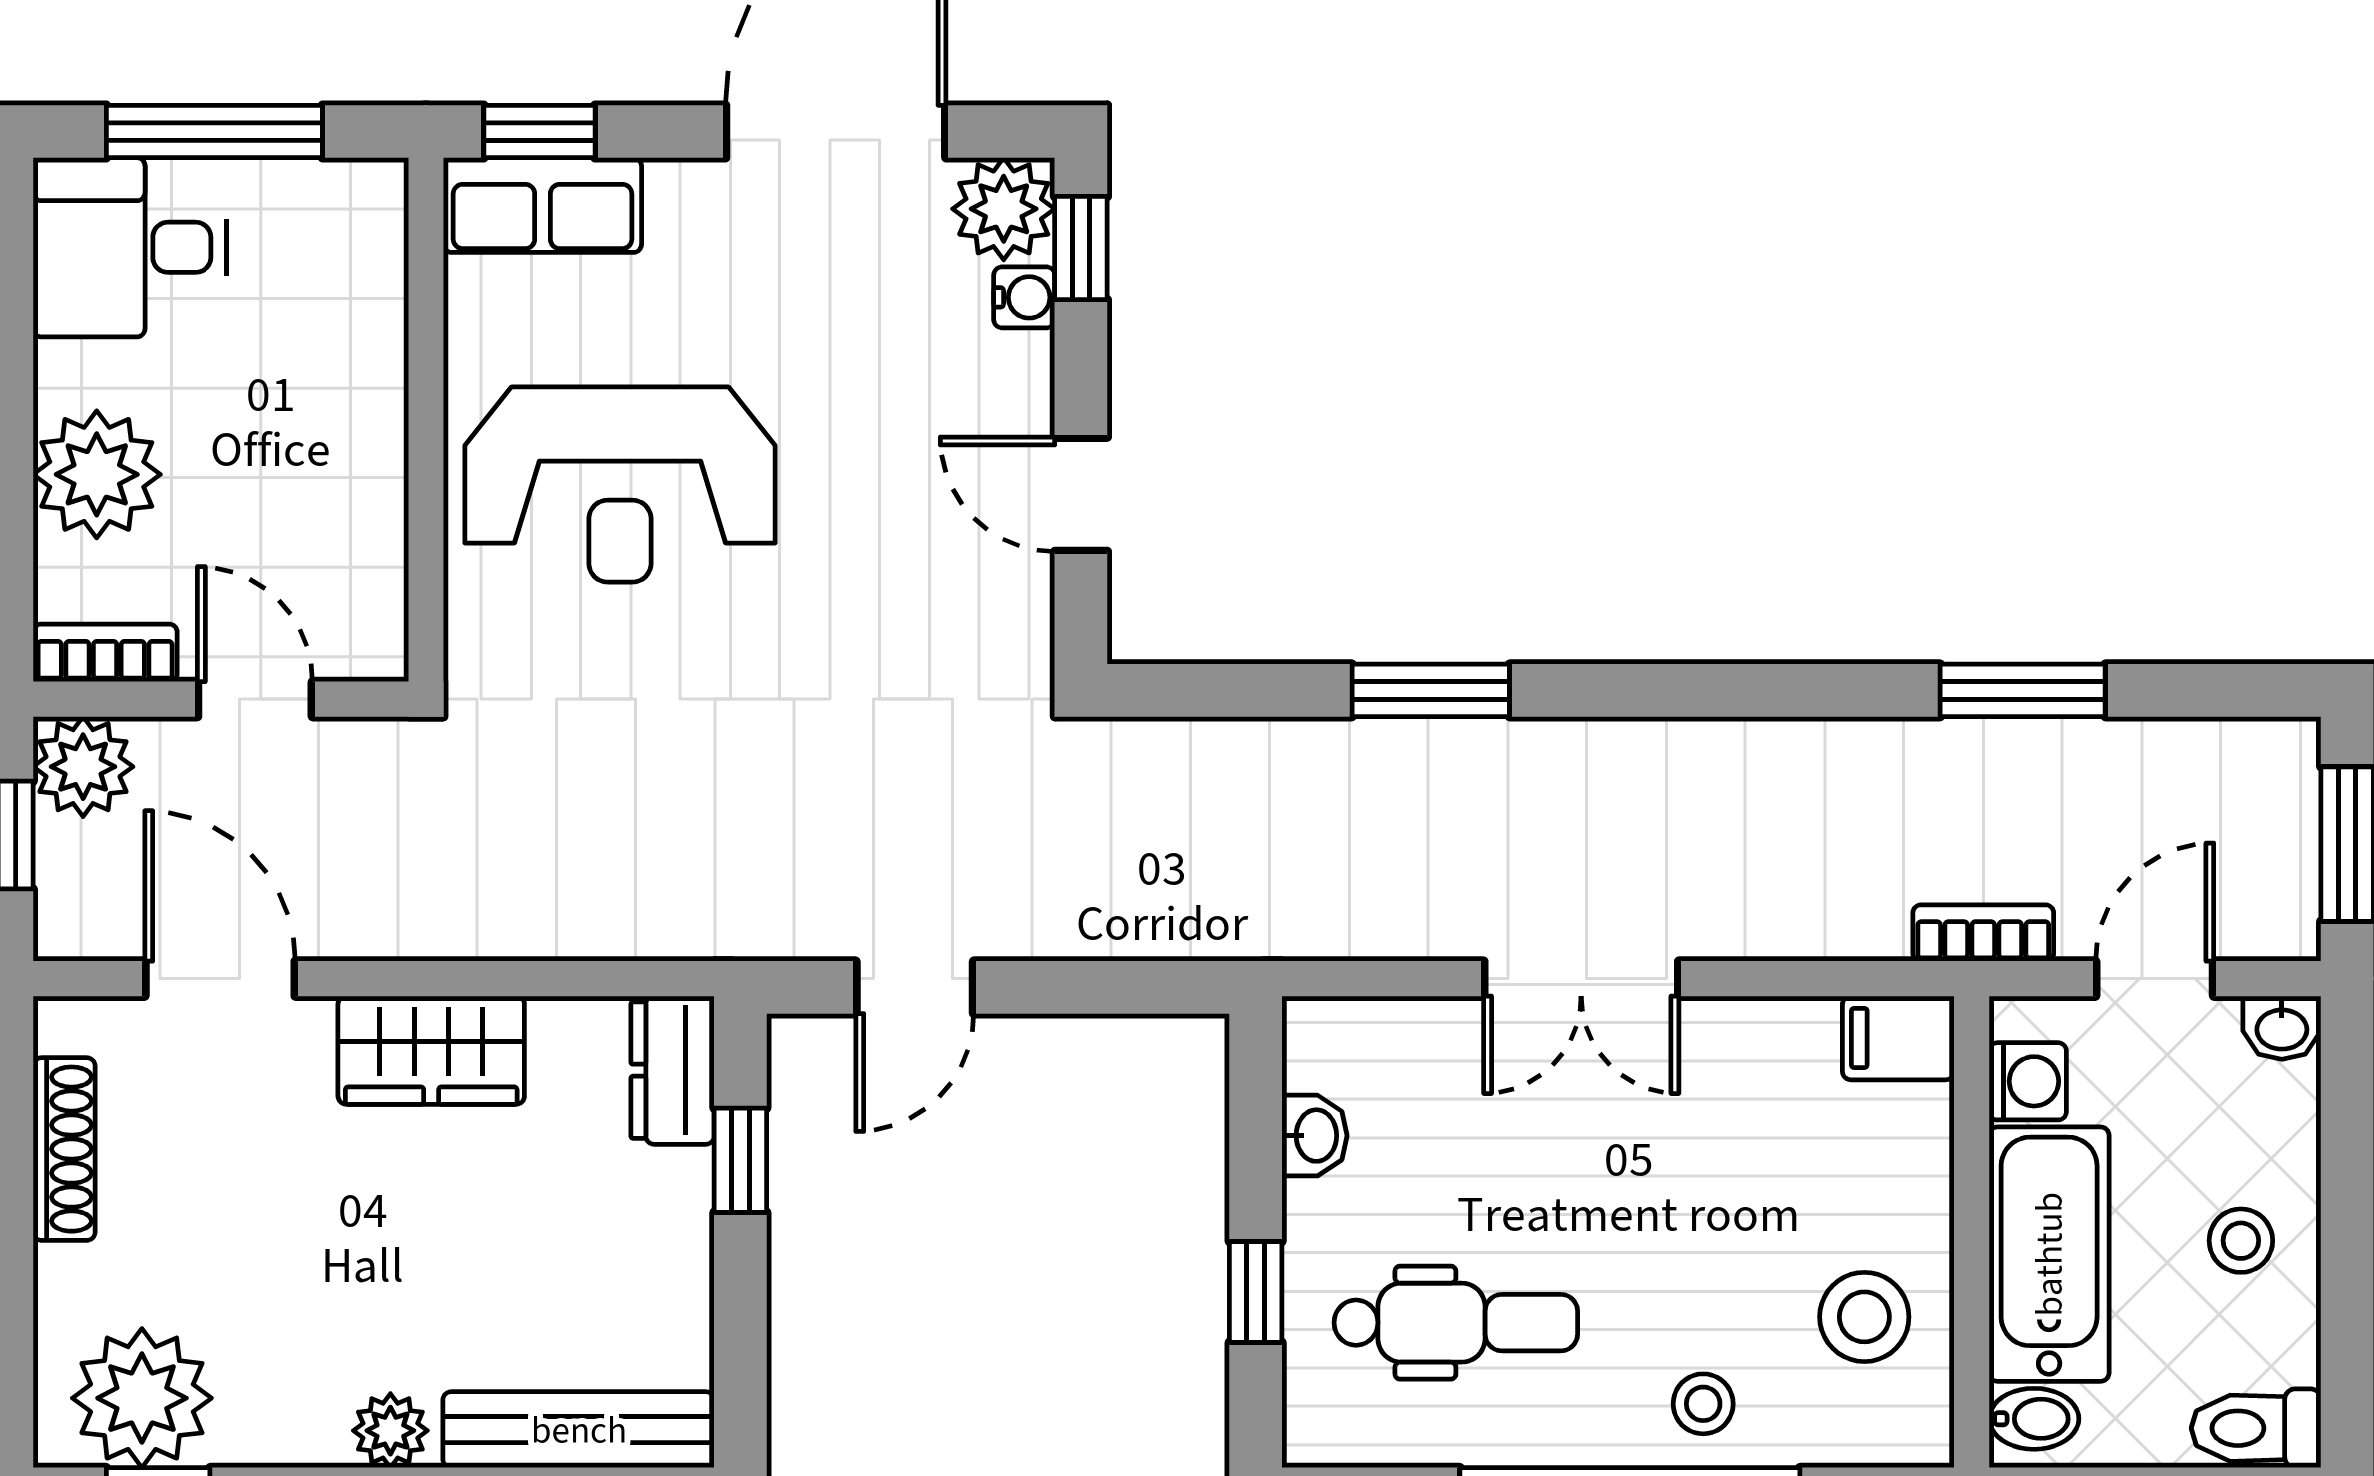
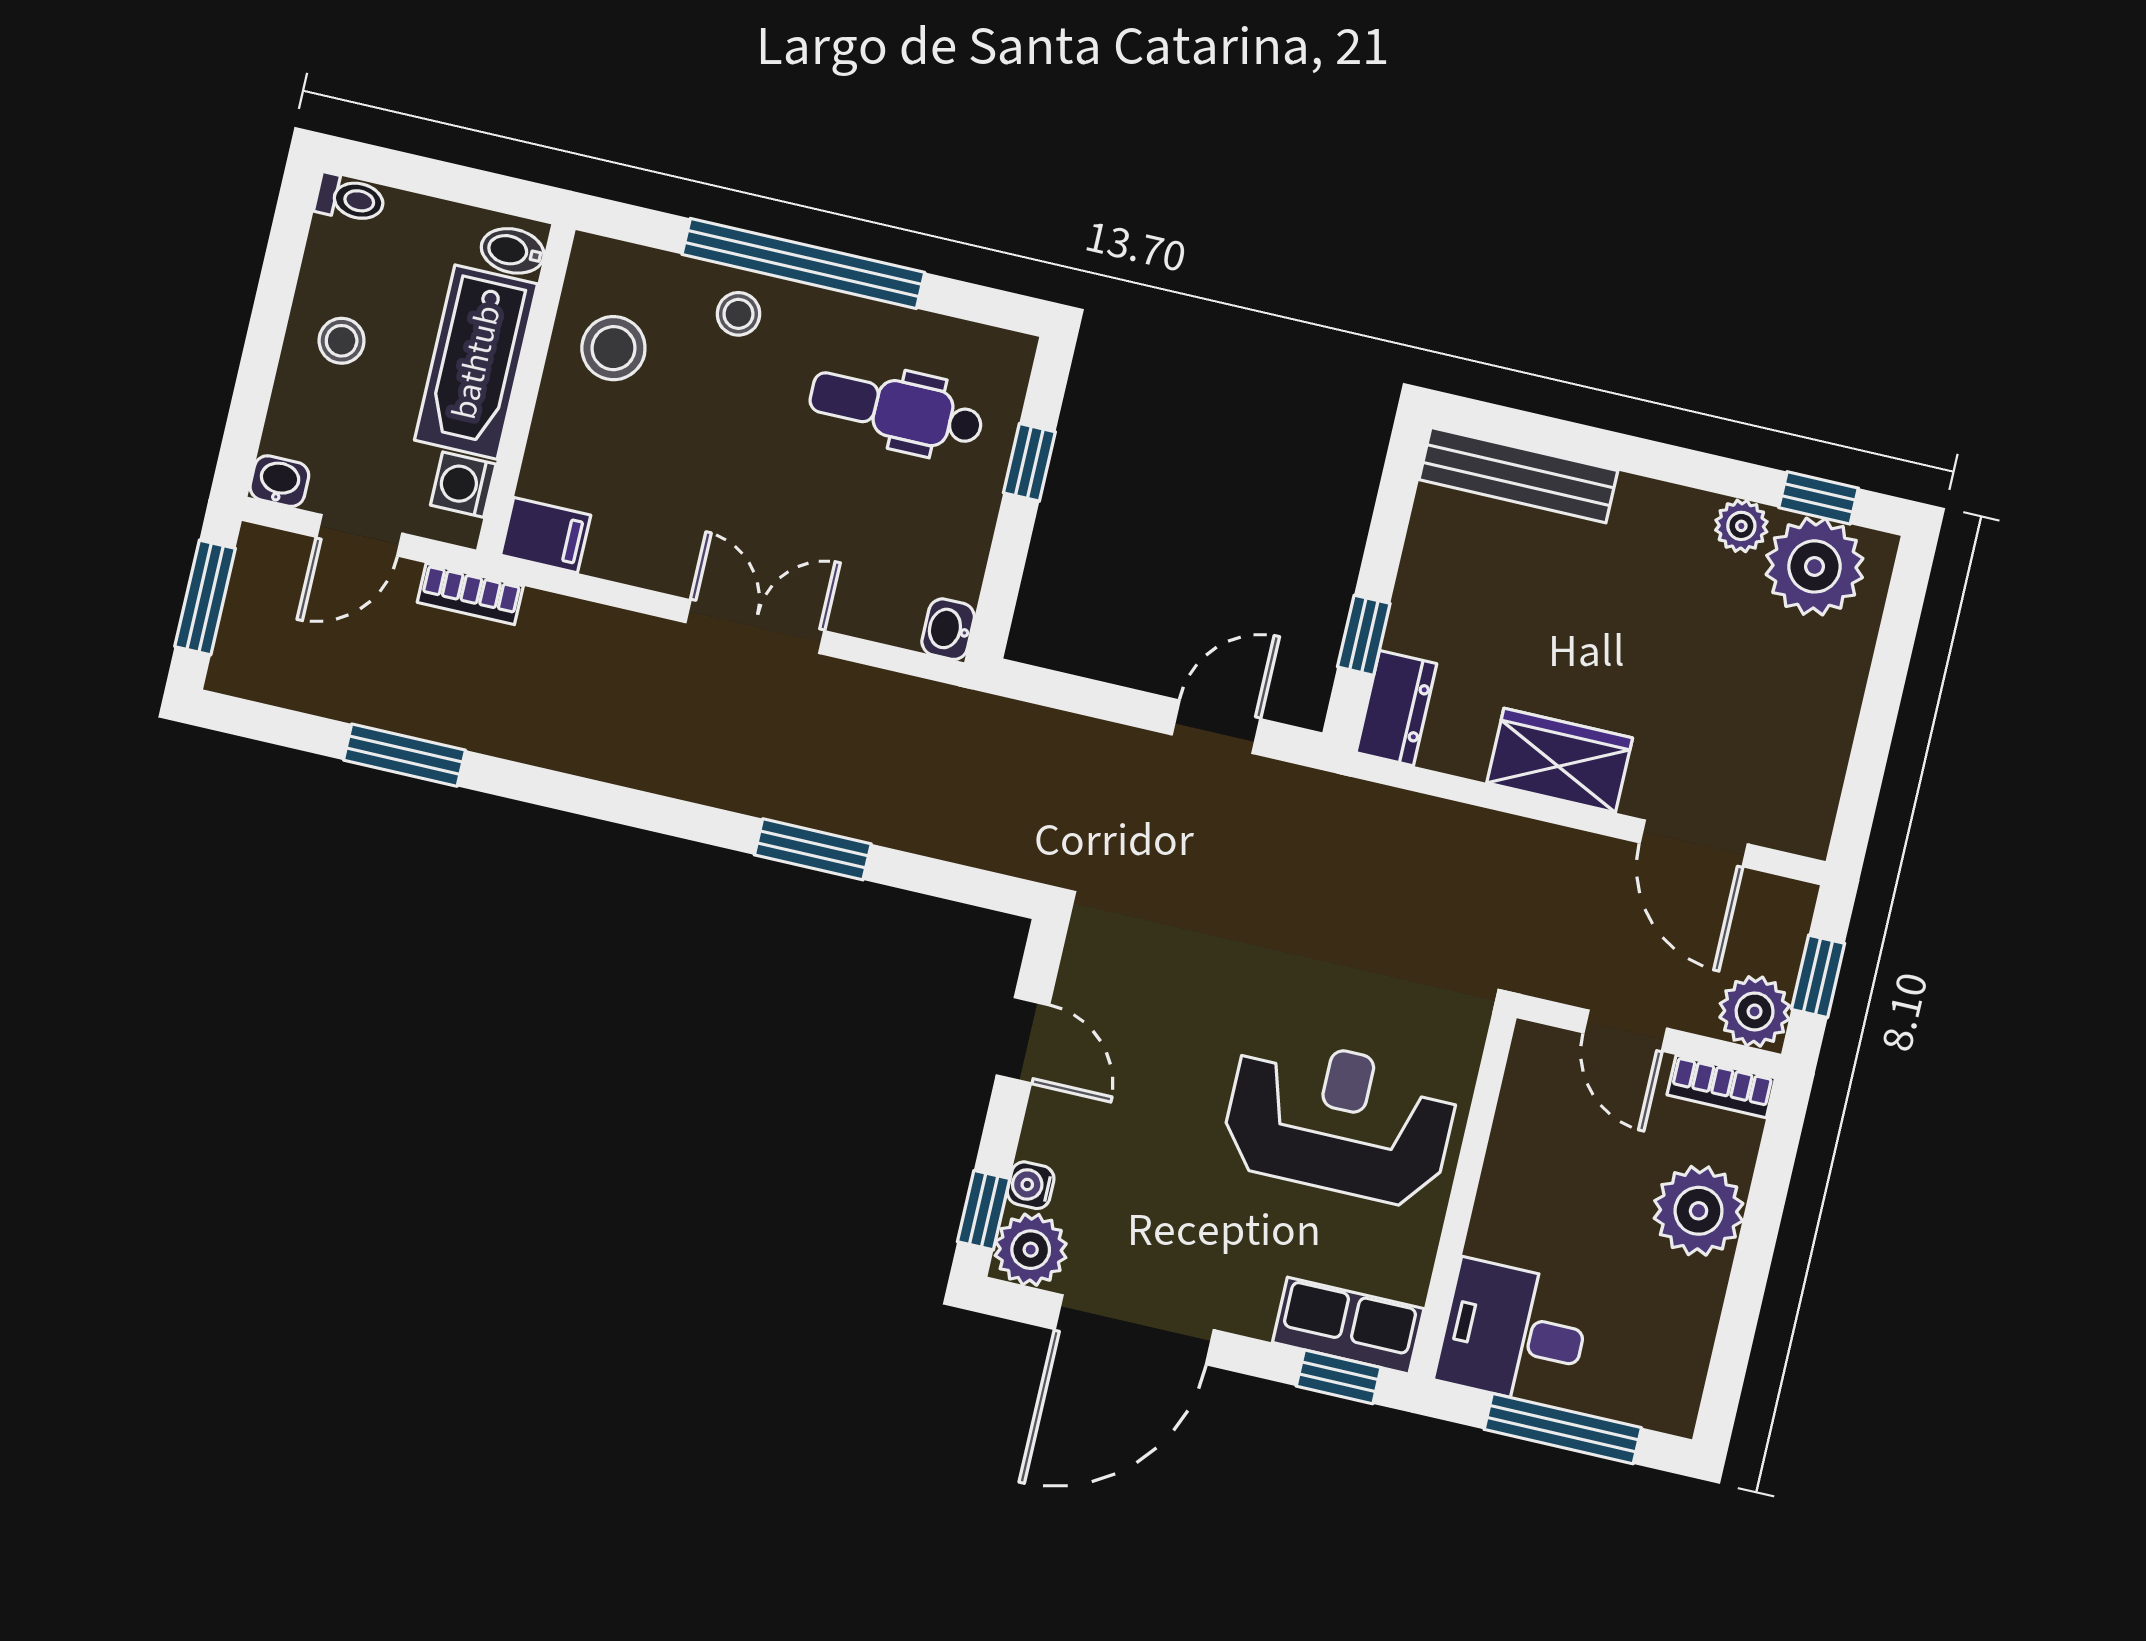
desk: (130, 247) -> (1514, 1333), moved, turned 180
washbasin: (1314, 1136) -> (948, 629), moved
shoe rack: (64, 1149) -> (1829, 751), removed
toilet: (2256, 1428) -> (350, 199), width x0.73, depth x0.72
plant: (390, 1431) -> (1741, 526), moved

